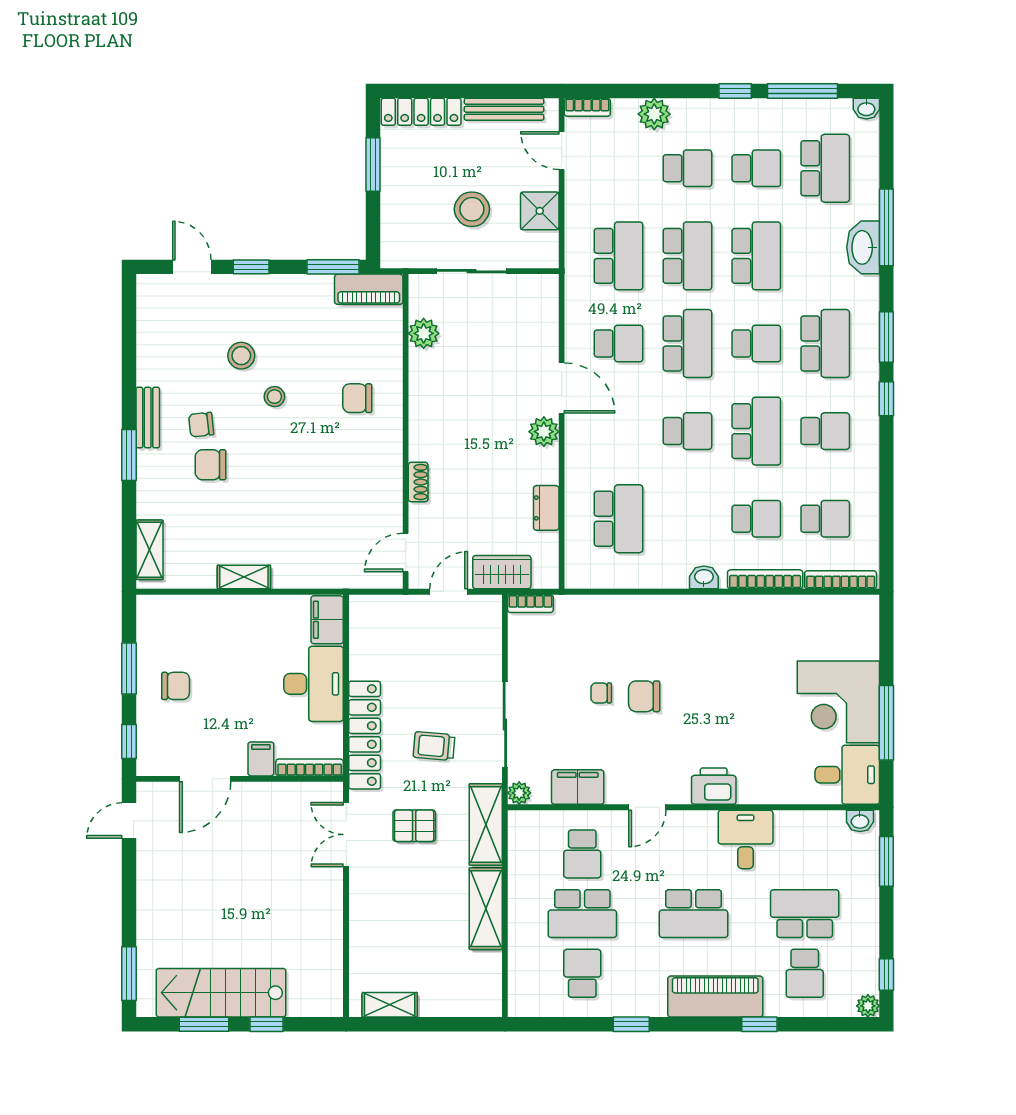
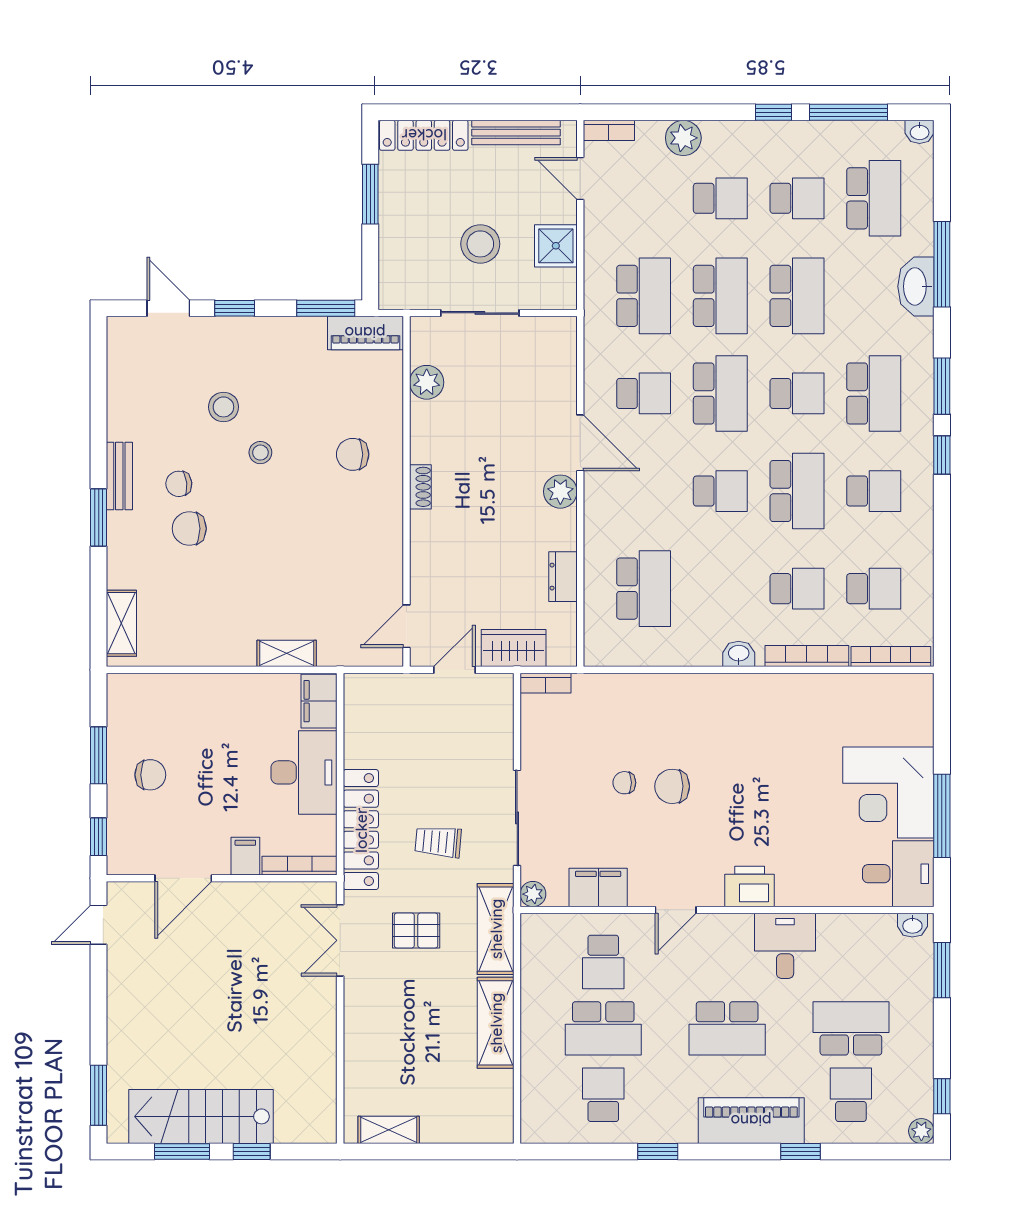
shoe rack: (418, 482) -> (420, 487), moved
shelving: (244, 577) -> (287, 653), moved
school desk: (805, 973) -> (851, 1095), turned 180

